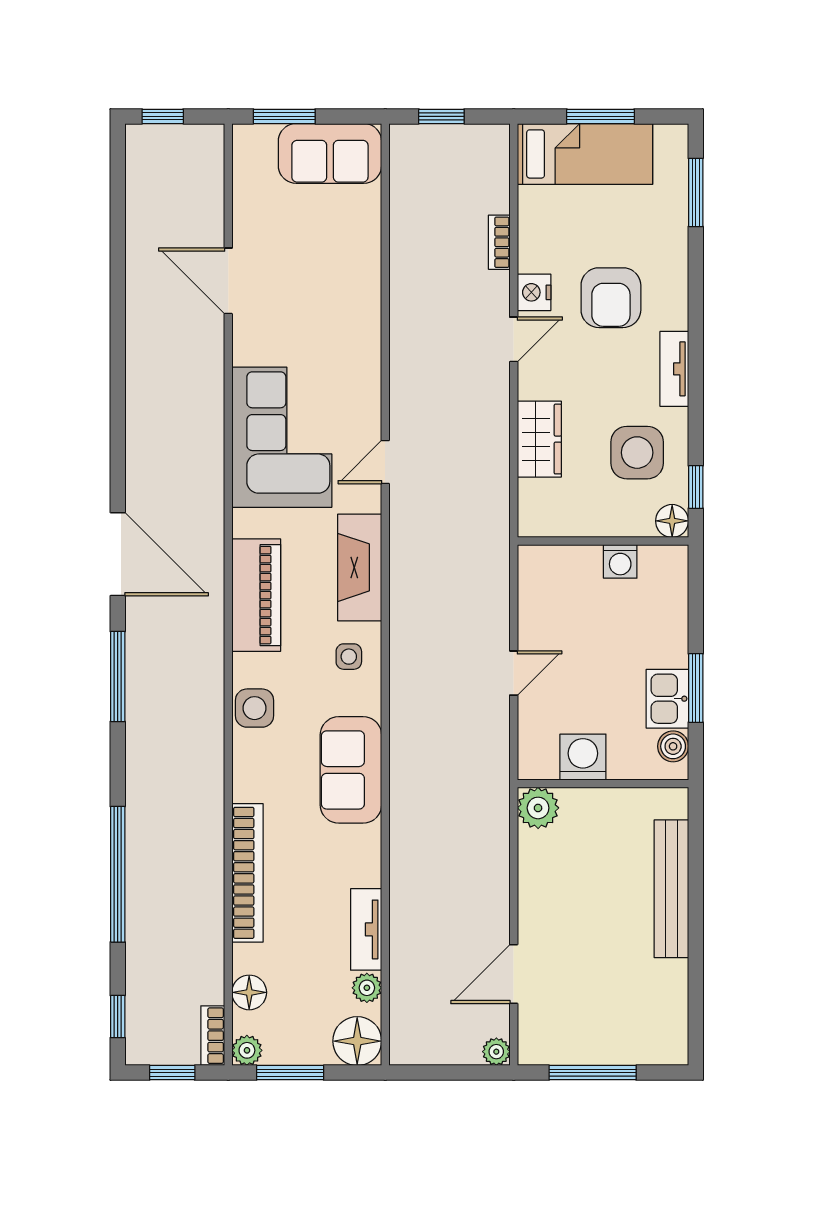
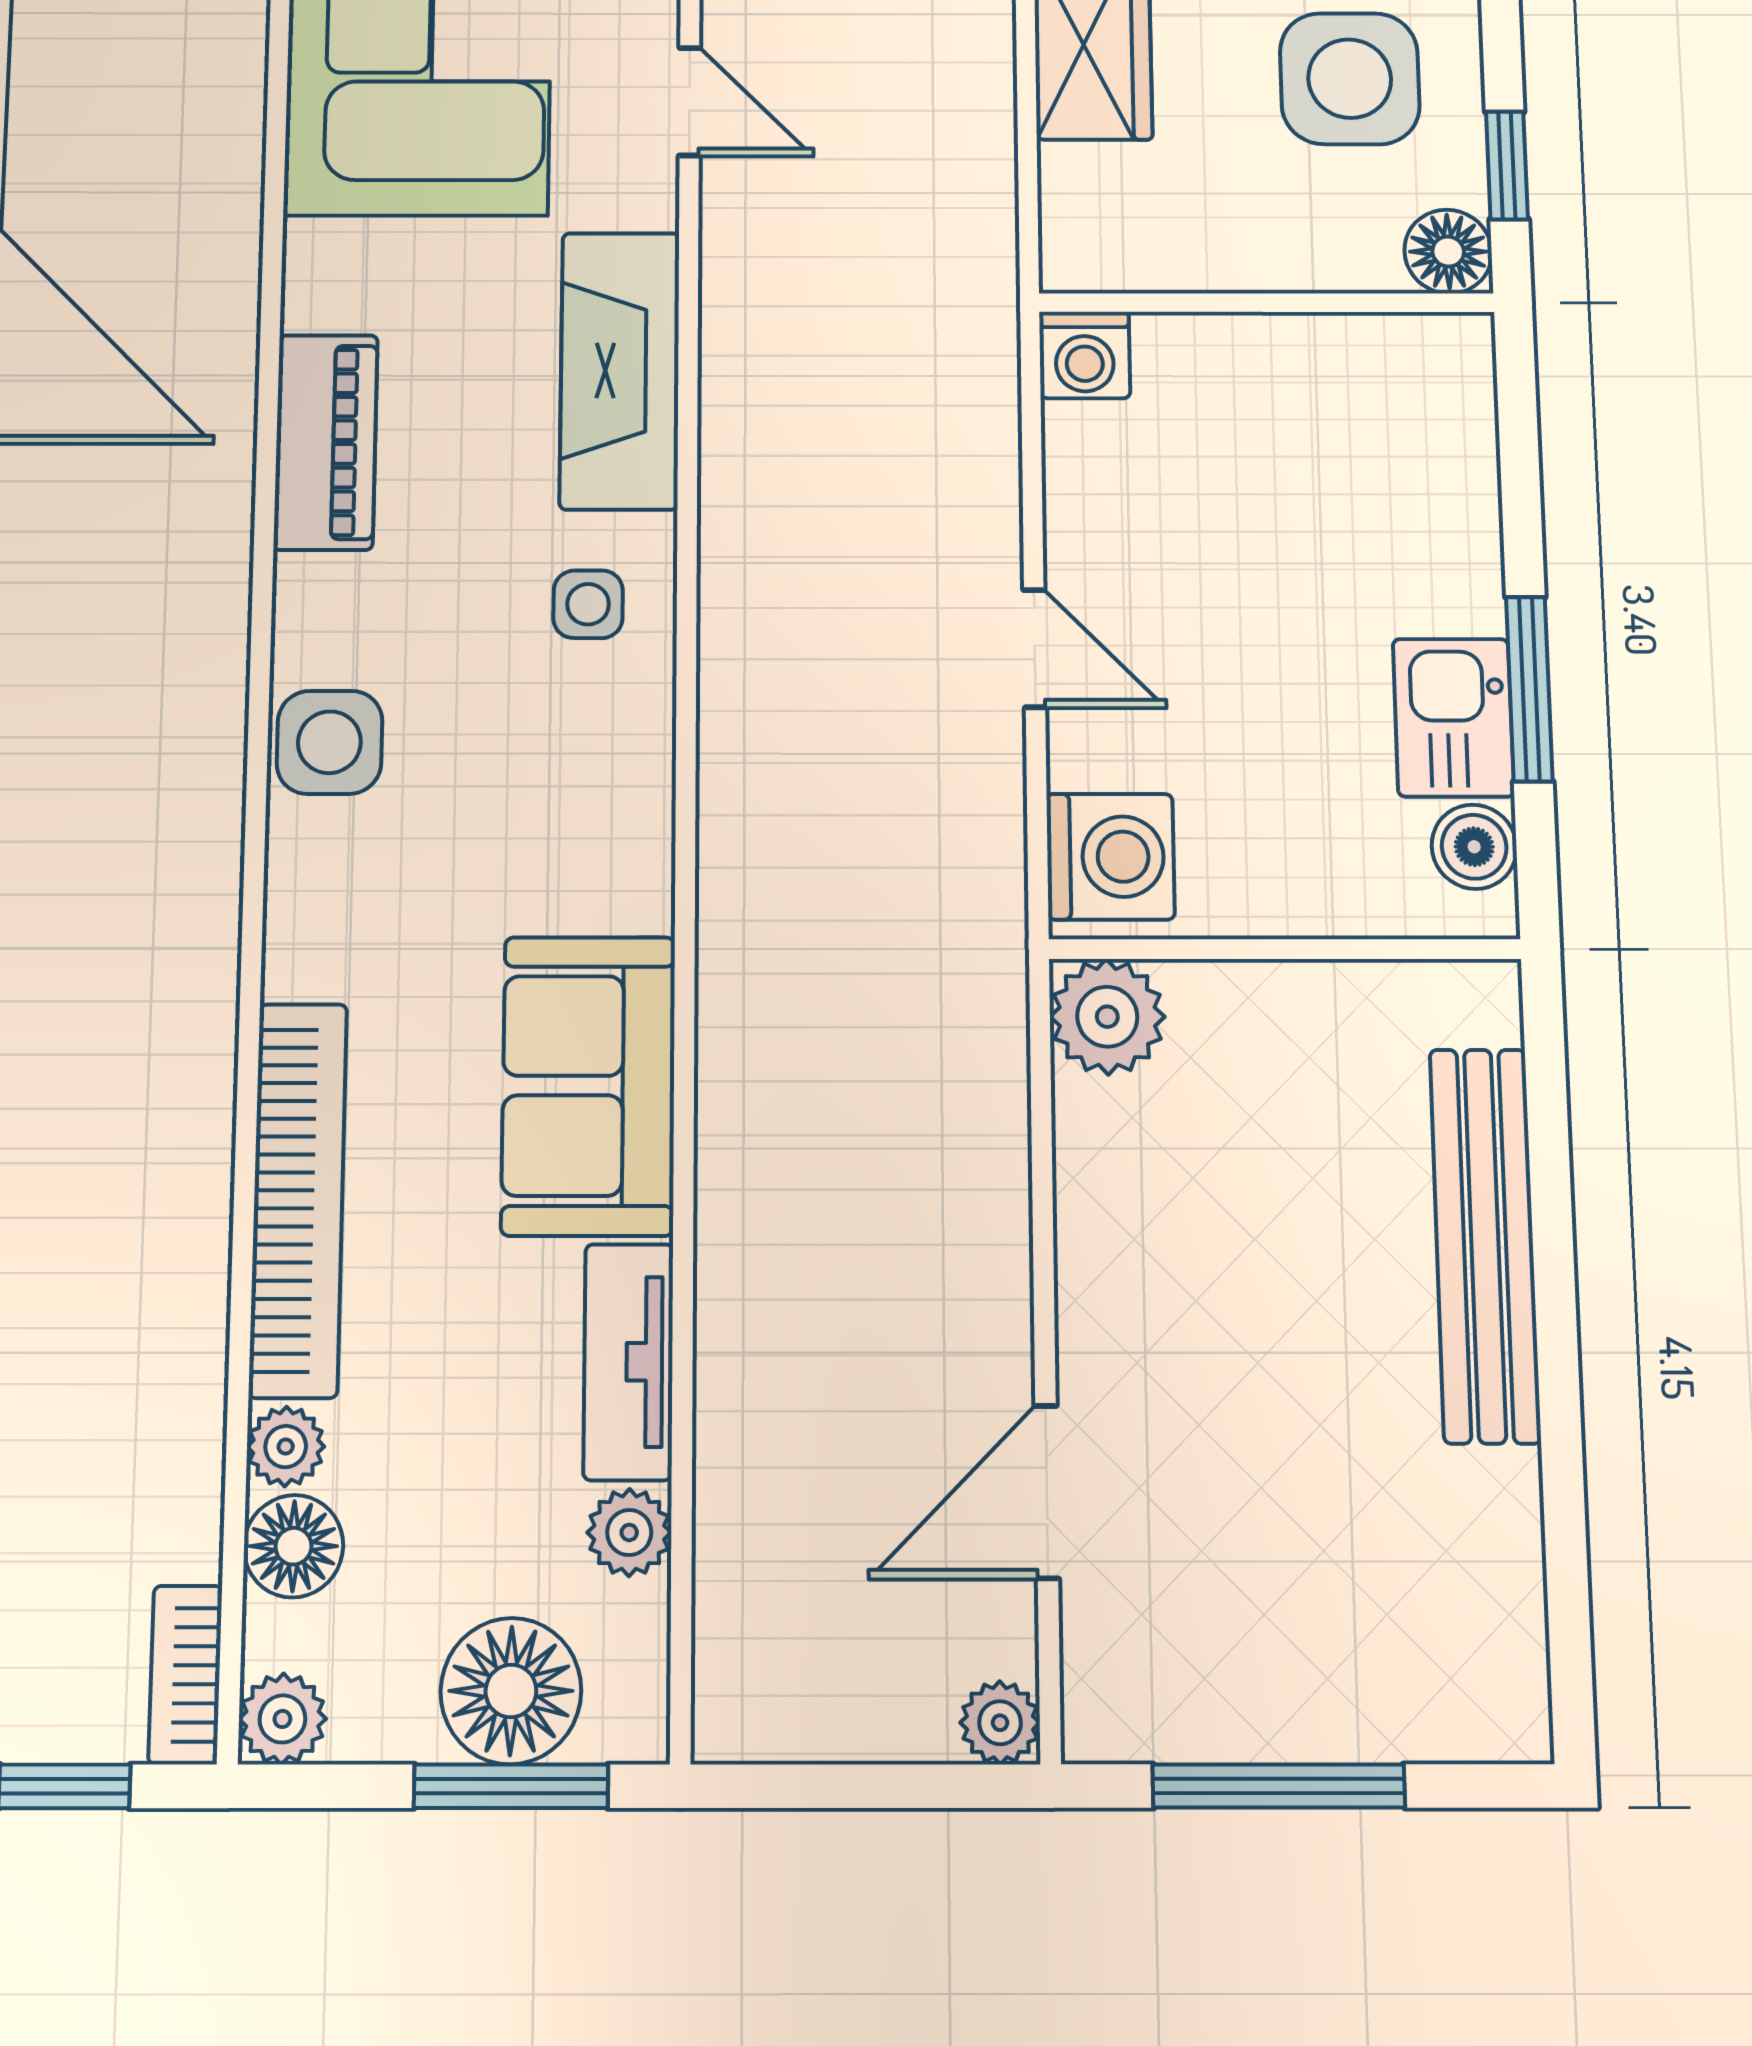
door: (385, 462) -> (689, 102), swing flipped
washing machine: (620, 561) -> (1085, 355), moved
piano: (256, 595) -> (326, 442), width x0.73, depth x0.75
door: (514, 673) -> (1035, 648), hinge flipped
washing machine: (583, 757) -> (1110, 857), moved, turned 90
sofa: (351, 770) -> (589, 1086), moved
plant: (245, 959) -> (286, 1447), added
floor lamp: (357, 1041) -> (511, 1691), moved
window: (290, 1073) -> (511, 1786), moved

